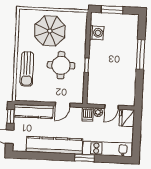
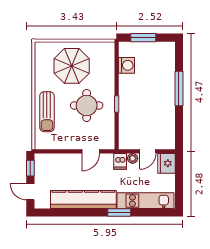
kitchen counter: (33, 111) -> (57, 161), removed

